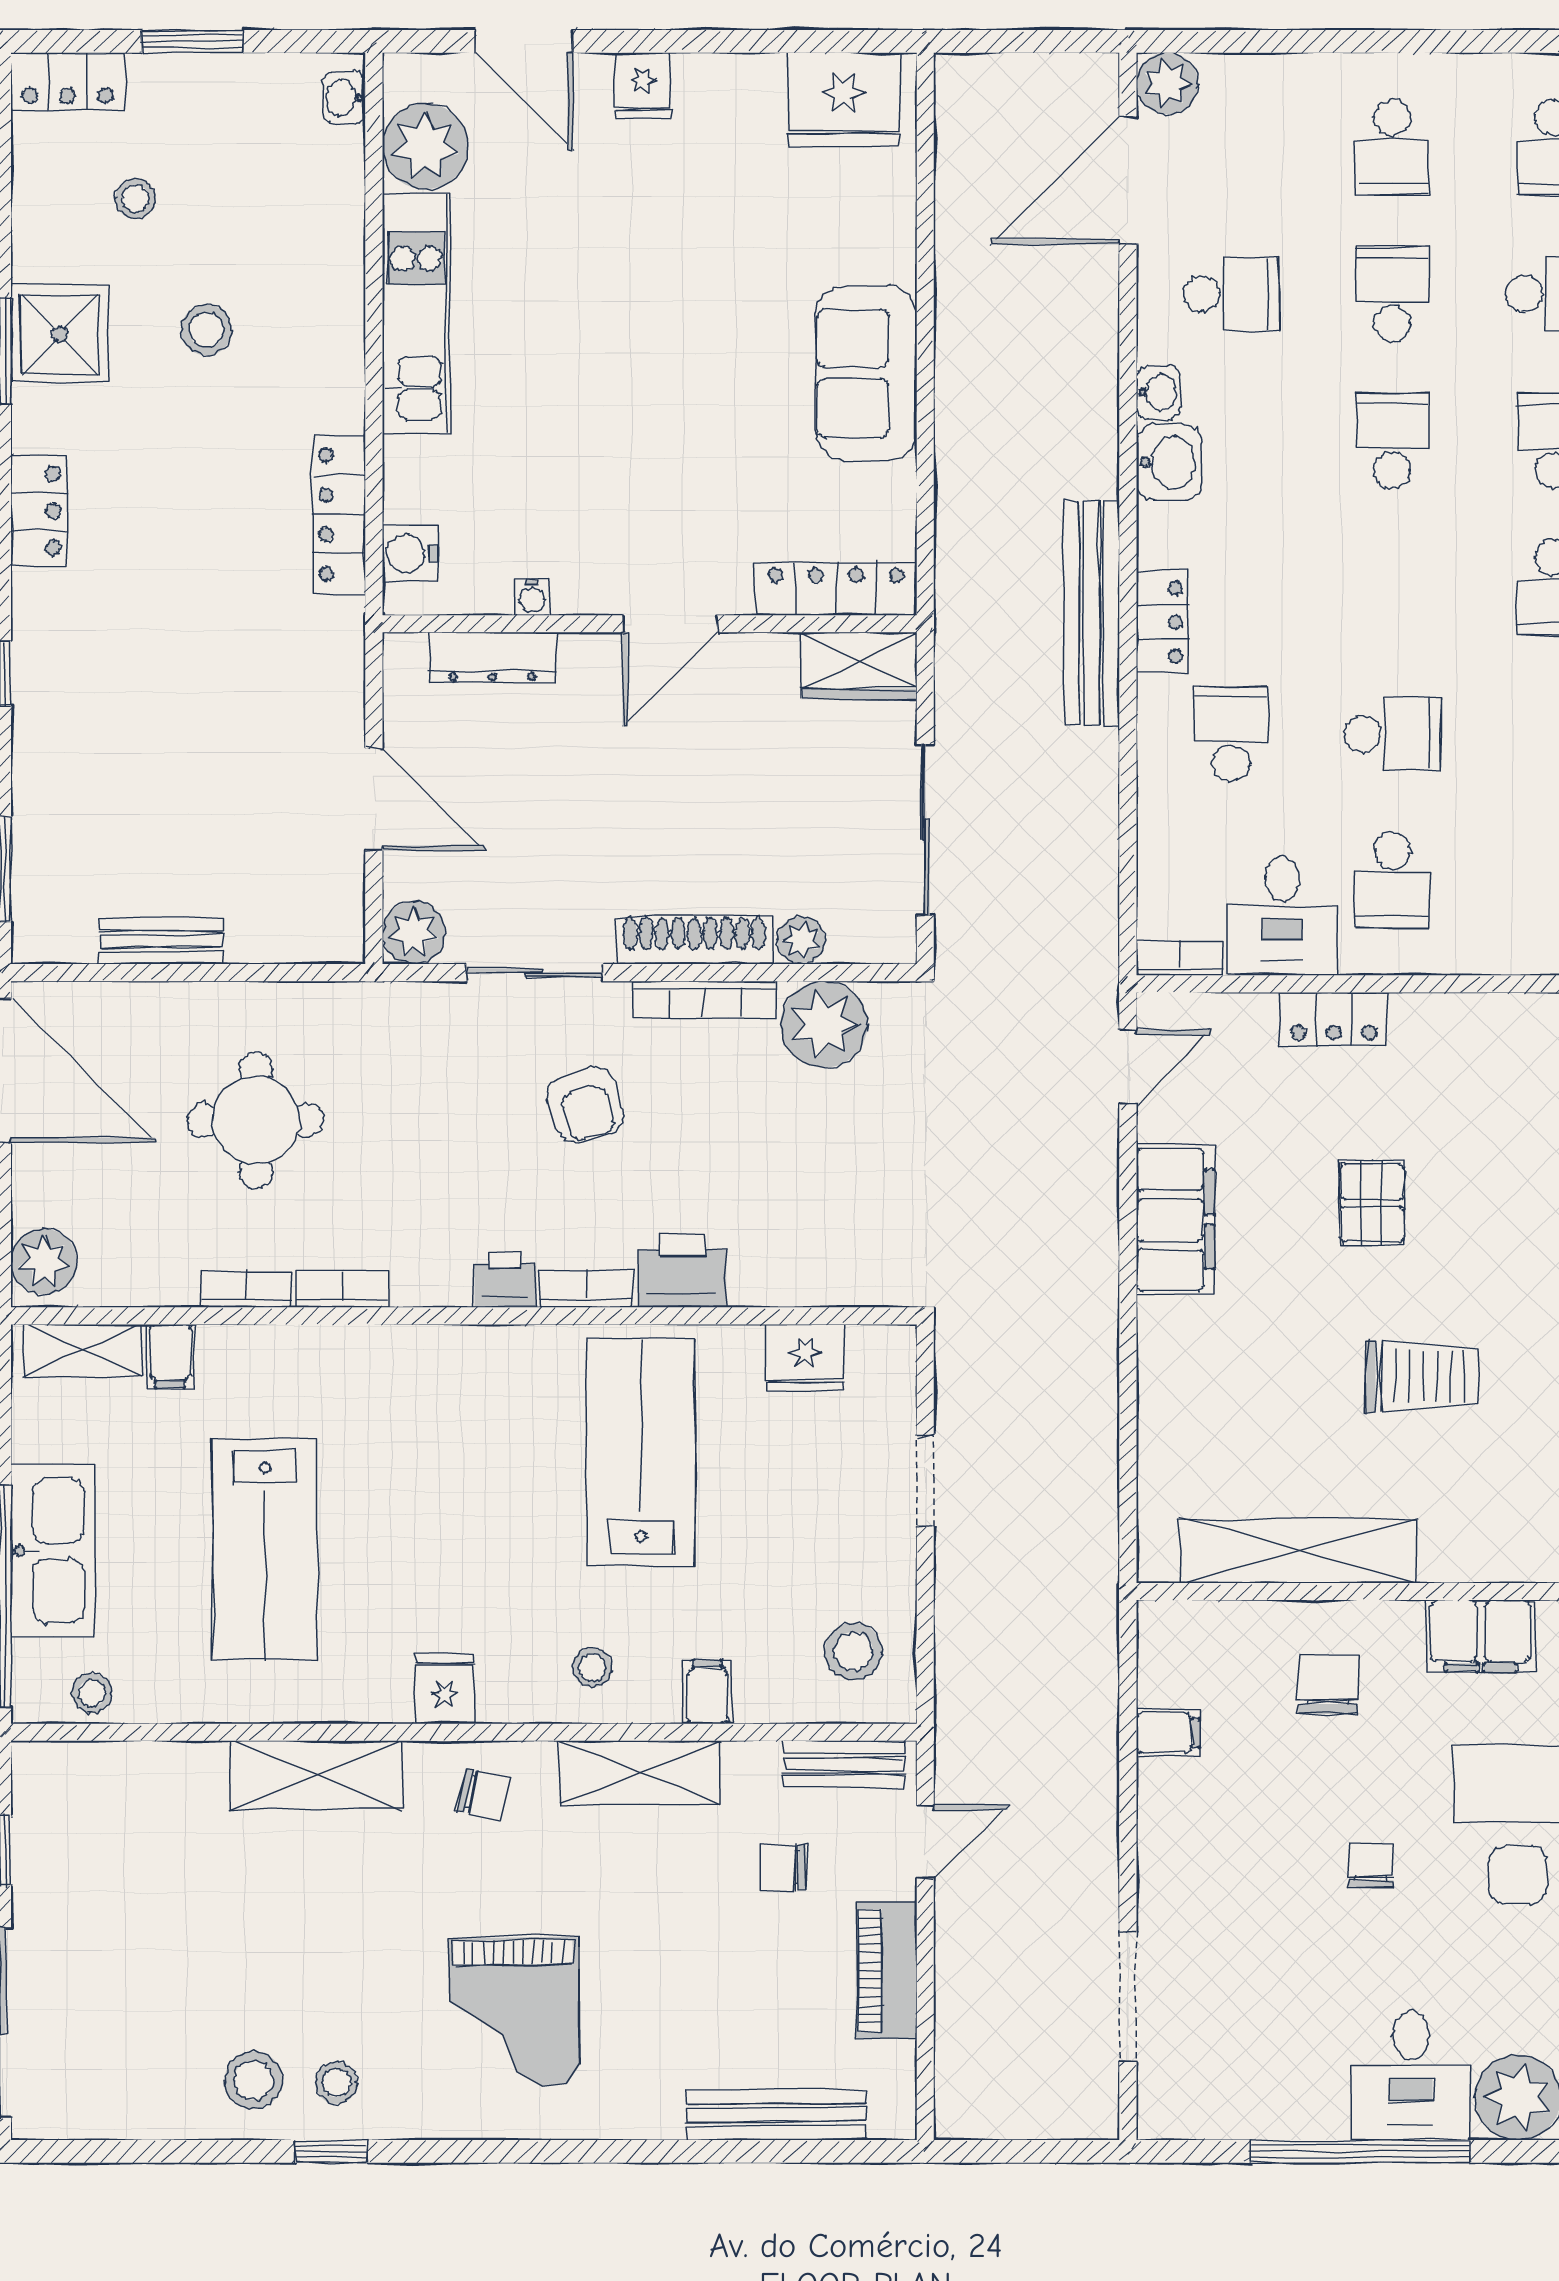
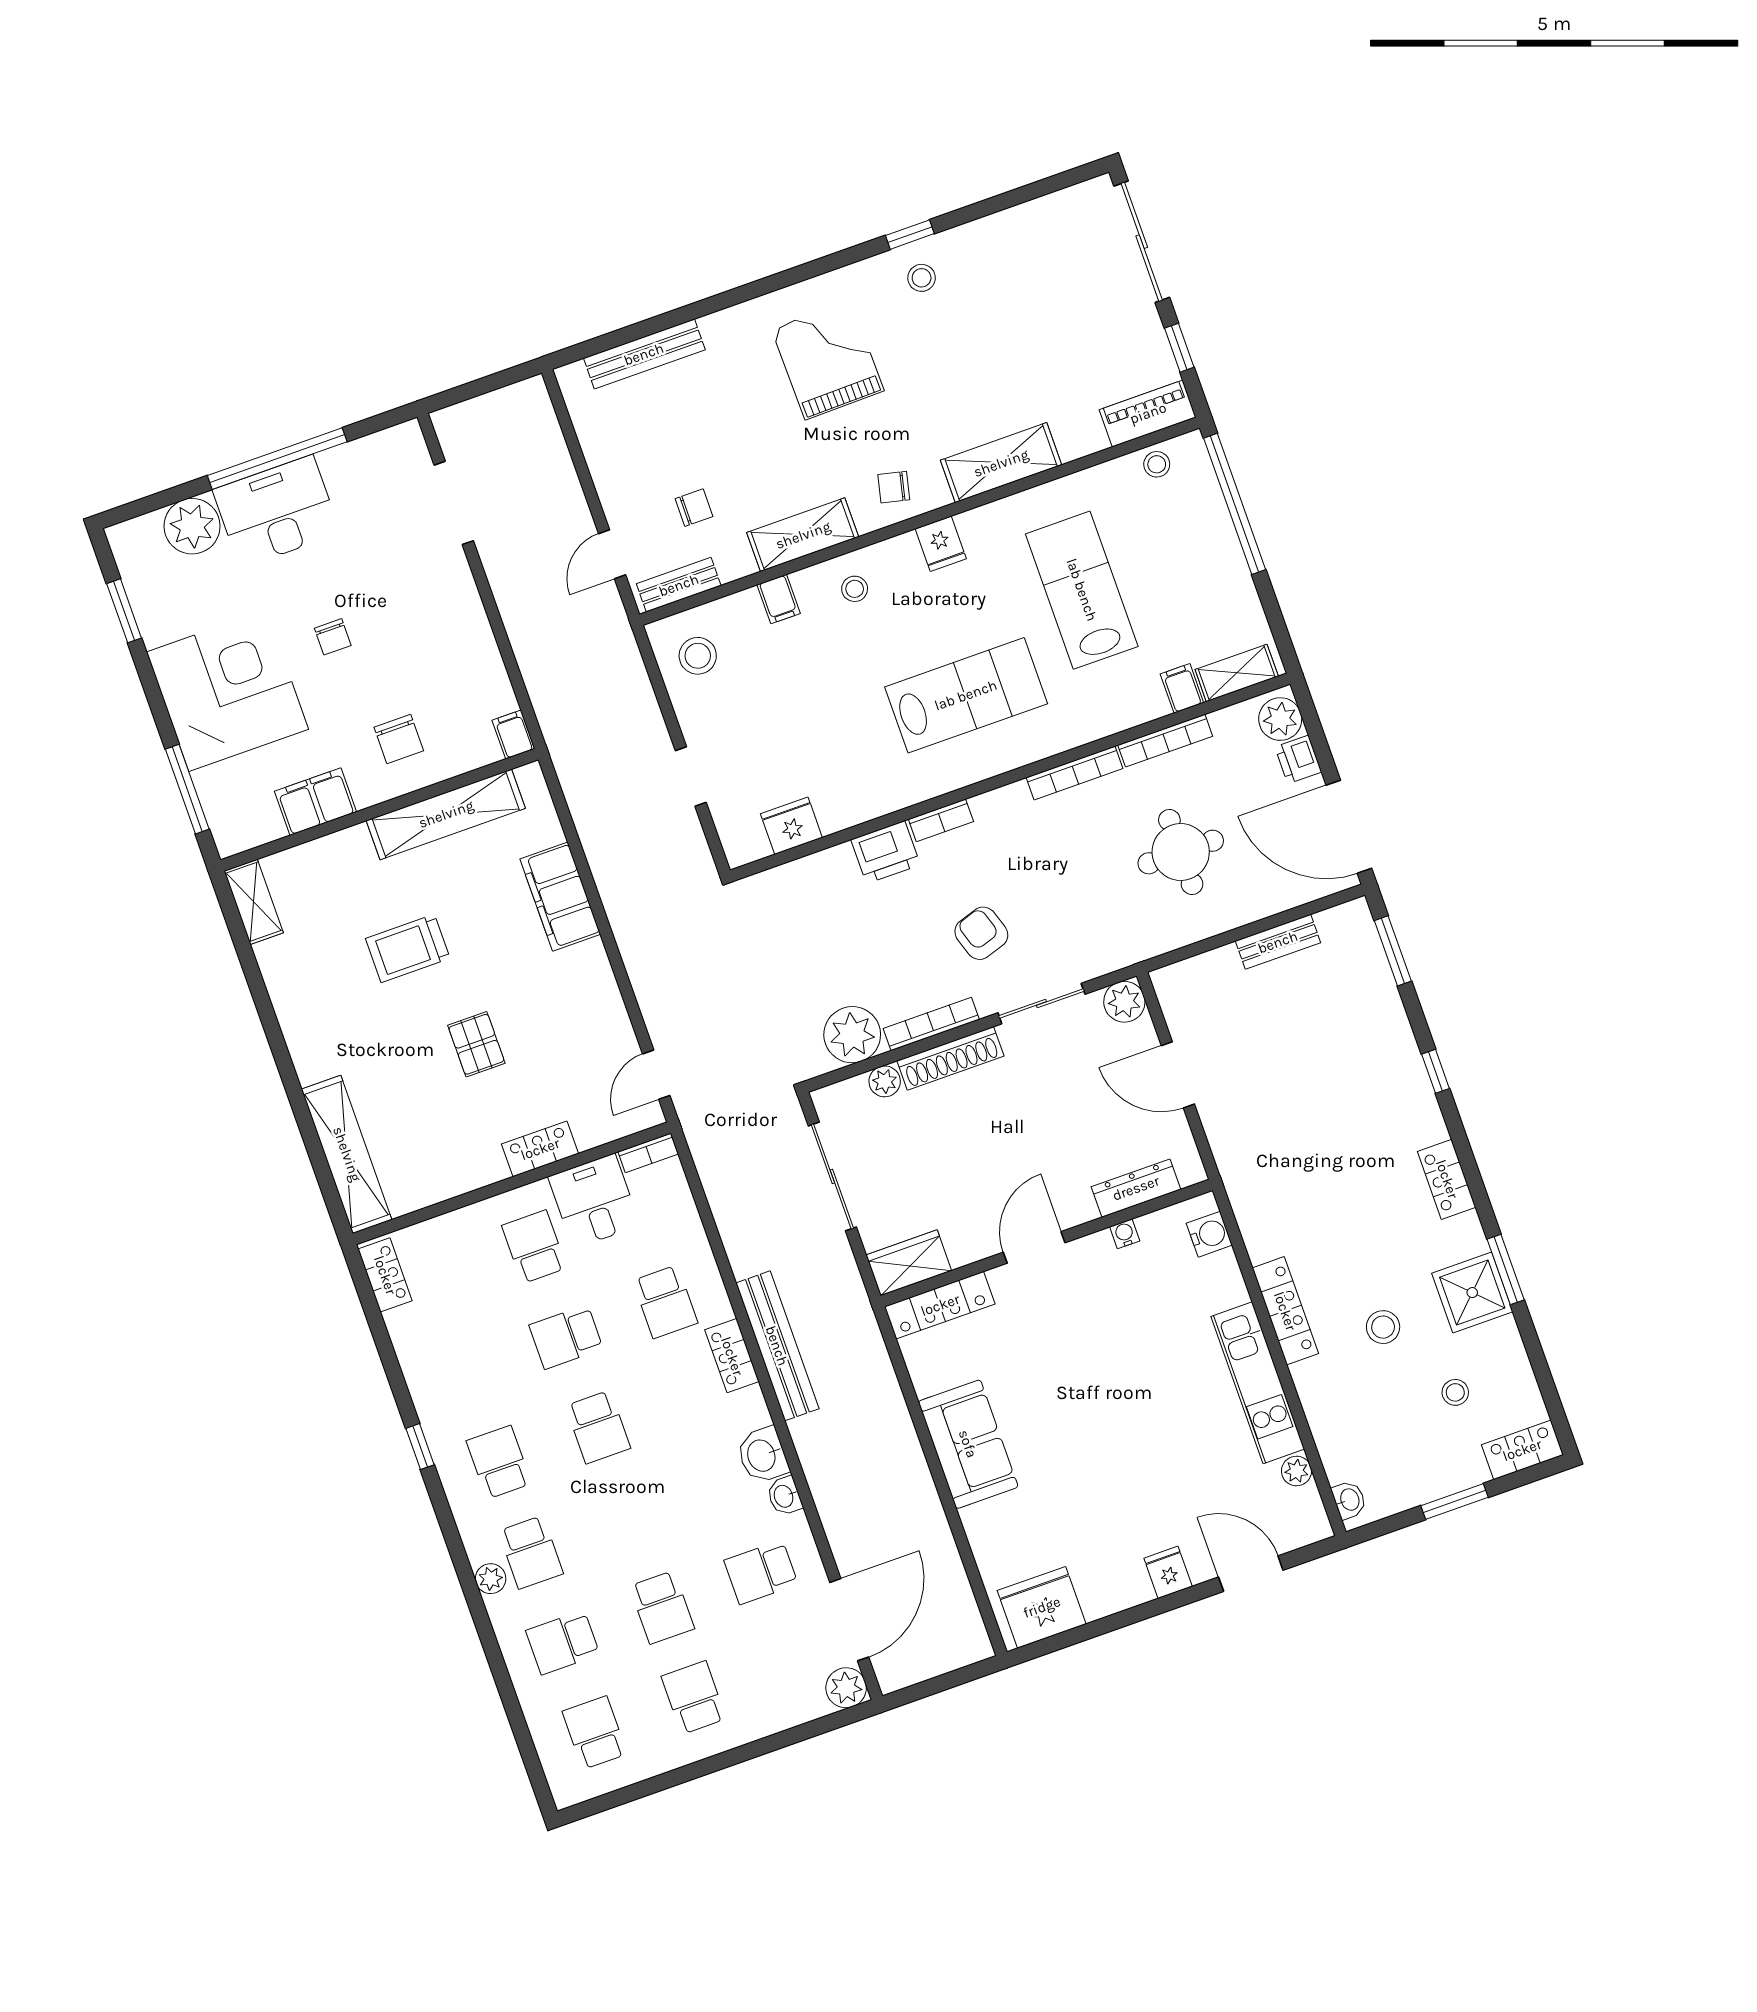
plant: (425, 146) -> (1296, 1471), width x0.53, depth x0.53
school desk: (1392, 441) -> (598, 1427), moved
locker: (339, 515) -> (1285, 1311), moved
filing cabinet: (1175, 1220) -> (560, 897), moved
printer: (505, 1280) -> (1298, 760), moved, turned 90
bookcase: (247, 1289) -> (1165, 741), width x1.56
bookcase: (343, 1289) -> (1075, 773), width x1.56
lab bench: (641, 1452) -> (966, 695), moved, turned -90
kitchen sink: (52, 1551) -> (1212, 543), removed
filing cabinet: (1168, 1733) -> (513, 735), moved, turned 90
piano: (886, 1970) -> (1148, 413), moved, turned -90
desk: (1411, 2076) -> (276, 511), width x1.37
stool: (254, 2080) -> (973, 262), removed

